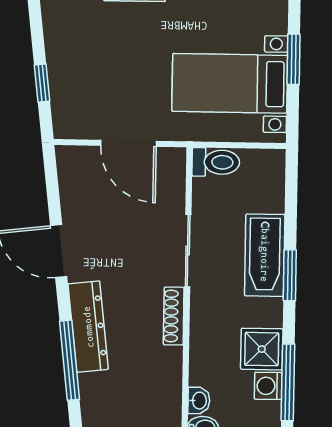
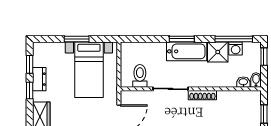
toilet: (216, 162) -> (140, 76), moved
bathtub: (265, 255) -> (187, 51), moved

